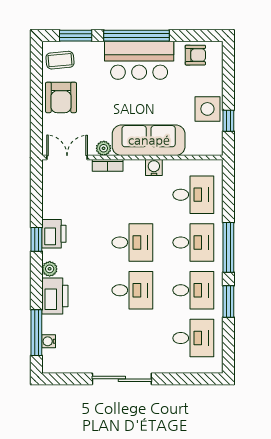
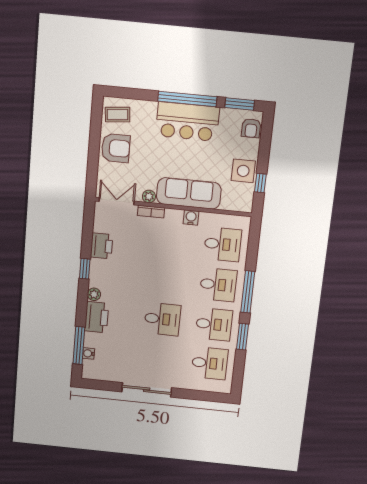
window: (76, 36) -> (240, 104), moved
armchair: (195, 55) -> (251, 128), moved, turned 90
armchair: (61, 97) -> (116, 148), turned -90
printer: (54, 234) -> (102, 246), moved
desk: (132, 242) -> (166, 279), removed

